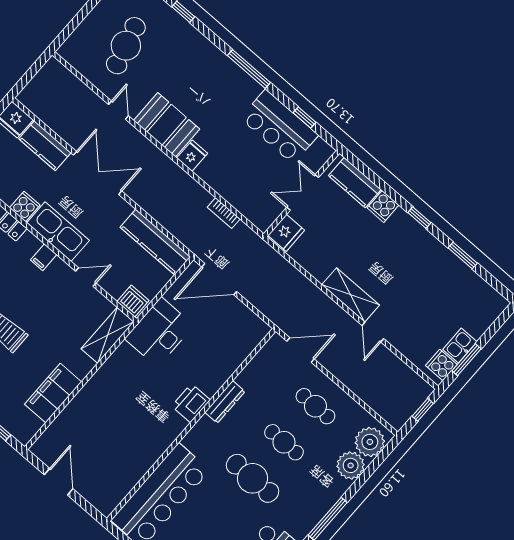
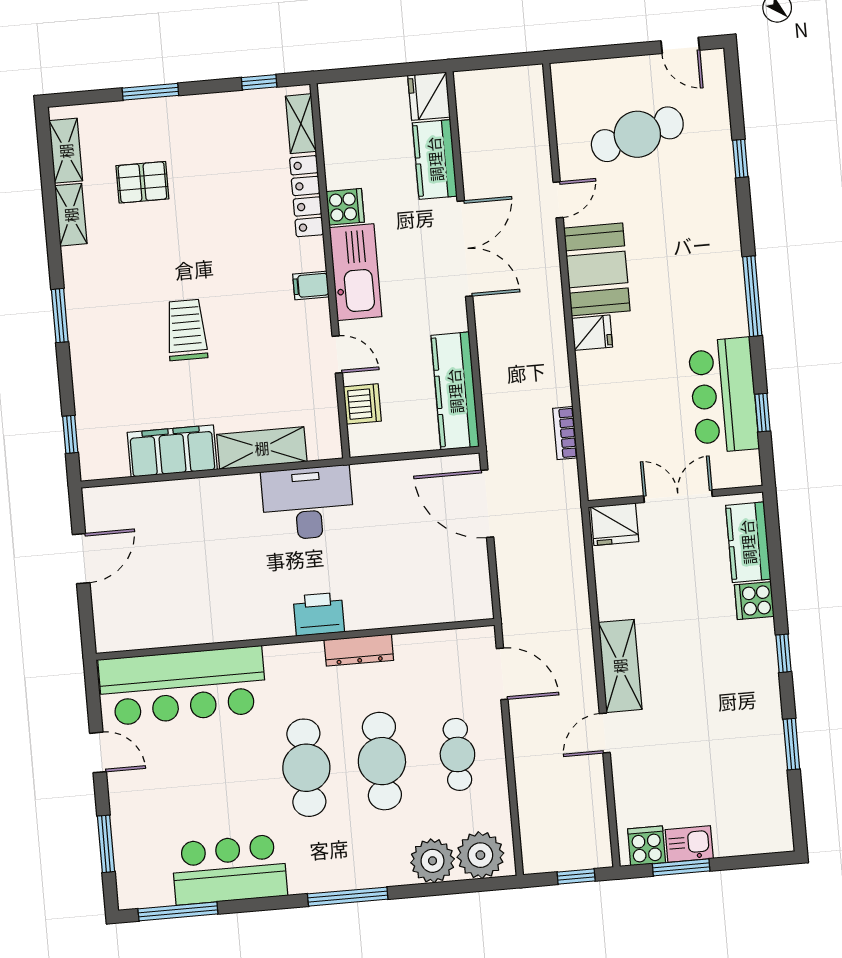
dishwasher: (133, 301) -> (362, 404), moved
desk: (159, 332) -> (308, 503), moved
shelving: (108, 335) -> (262, 448), moved
cafe table: (284, 442) -> (382, 761), width x1.37, depth x1.35

